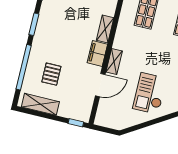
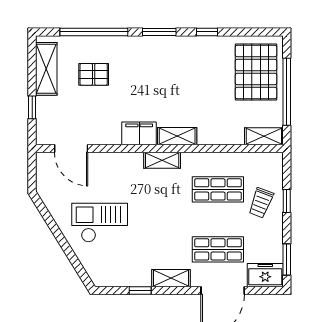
shelving: (114, 62) -> (162, 160), moved
door: (100, 85) -> (71, 148), moved
window: (76, 123) -> (32, 107), moved

